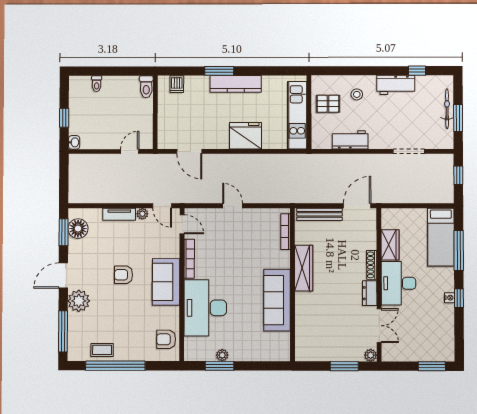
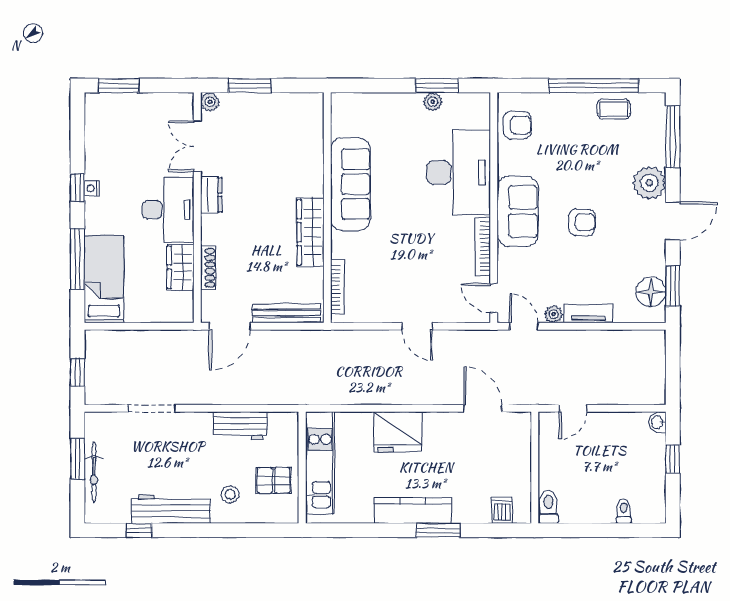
workbench: (396, 85) -> (171, 509), width x1.38
shoe rack: (372, 265) -> (208, 268), moved

